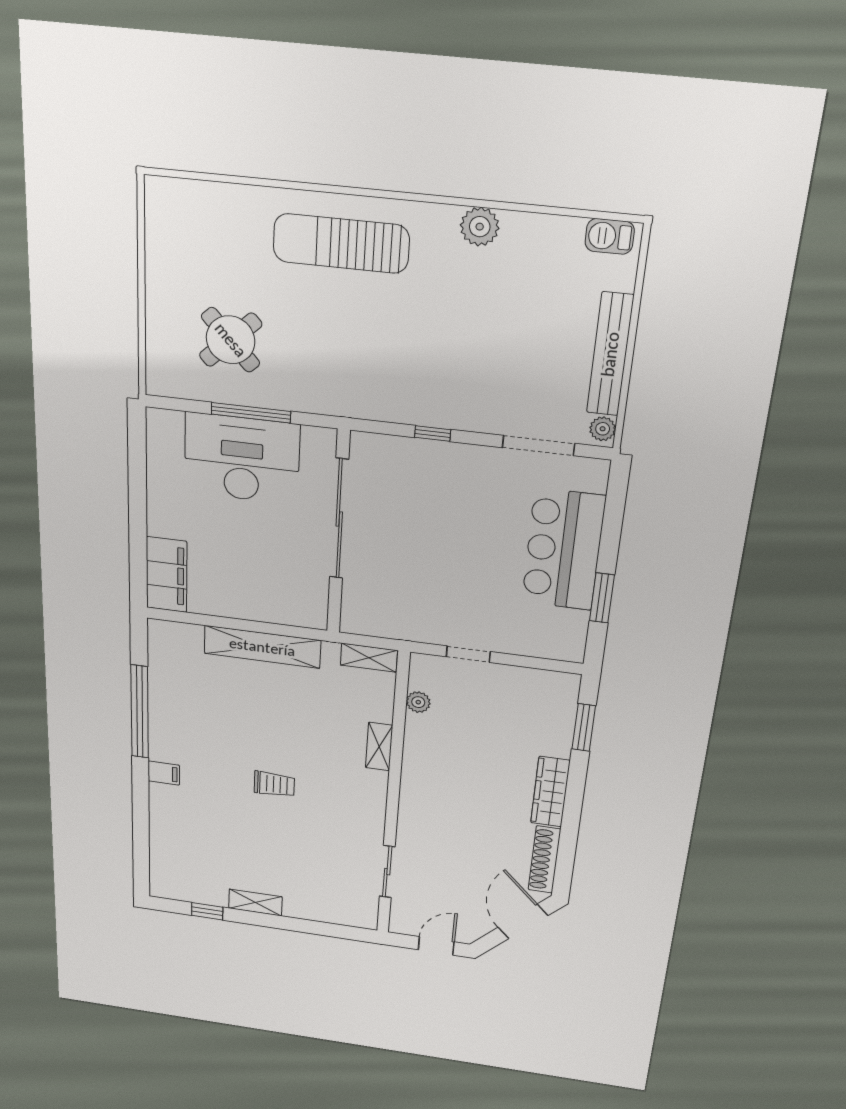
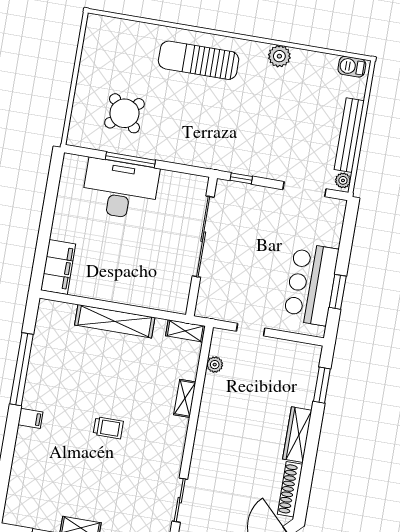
sliding door: (339, 519) -> (203, 237), moved
wall: (338, 534) -> (202, 247), moved
bar counter: (563, 550) -> (311, 284), moved

